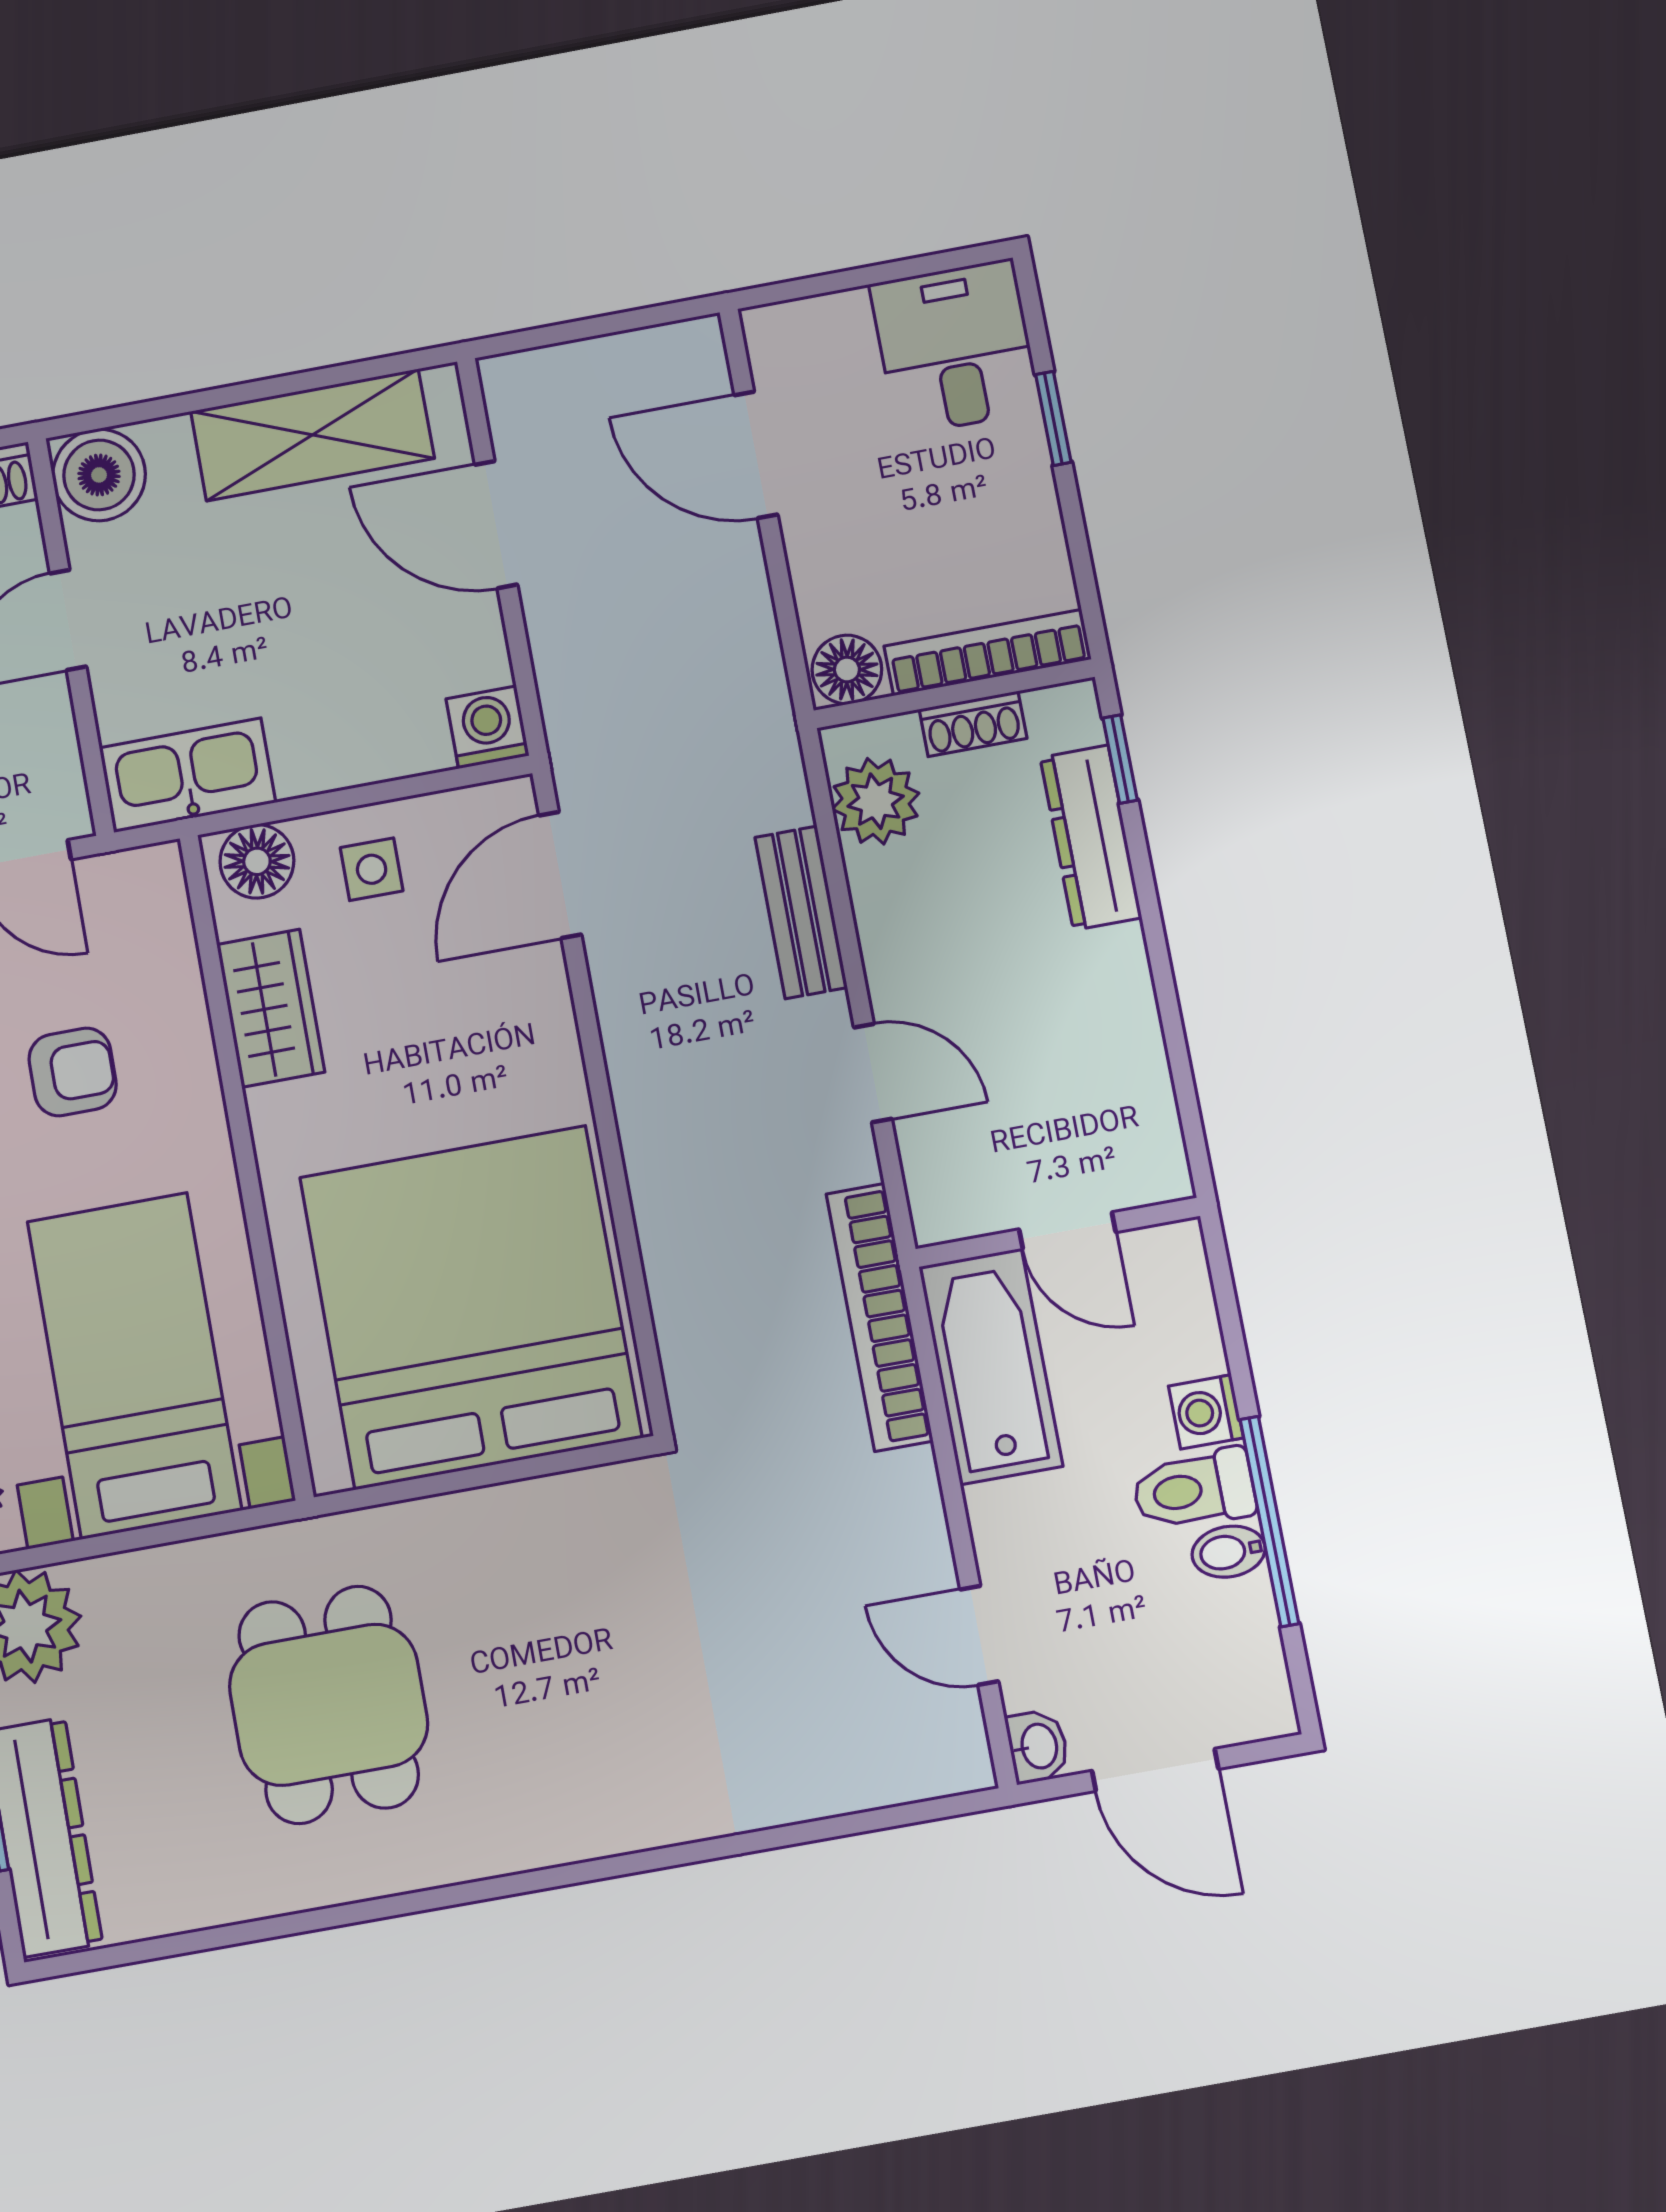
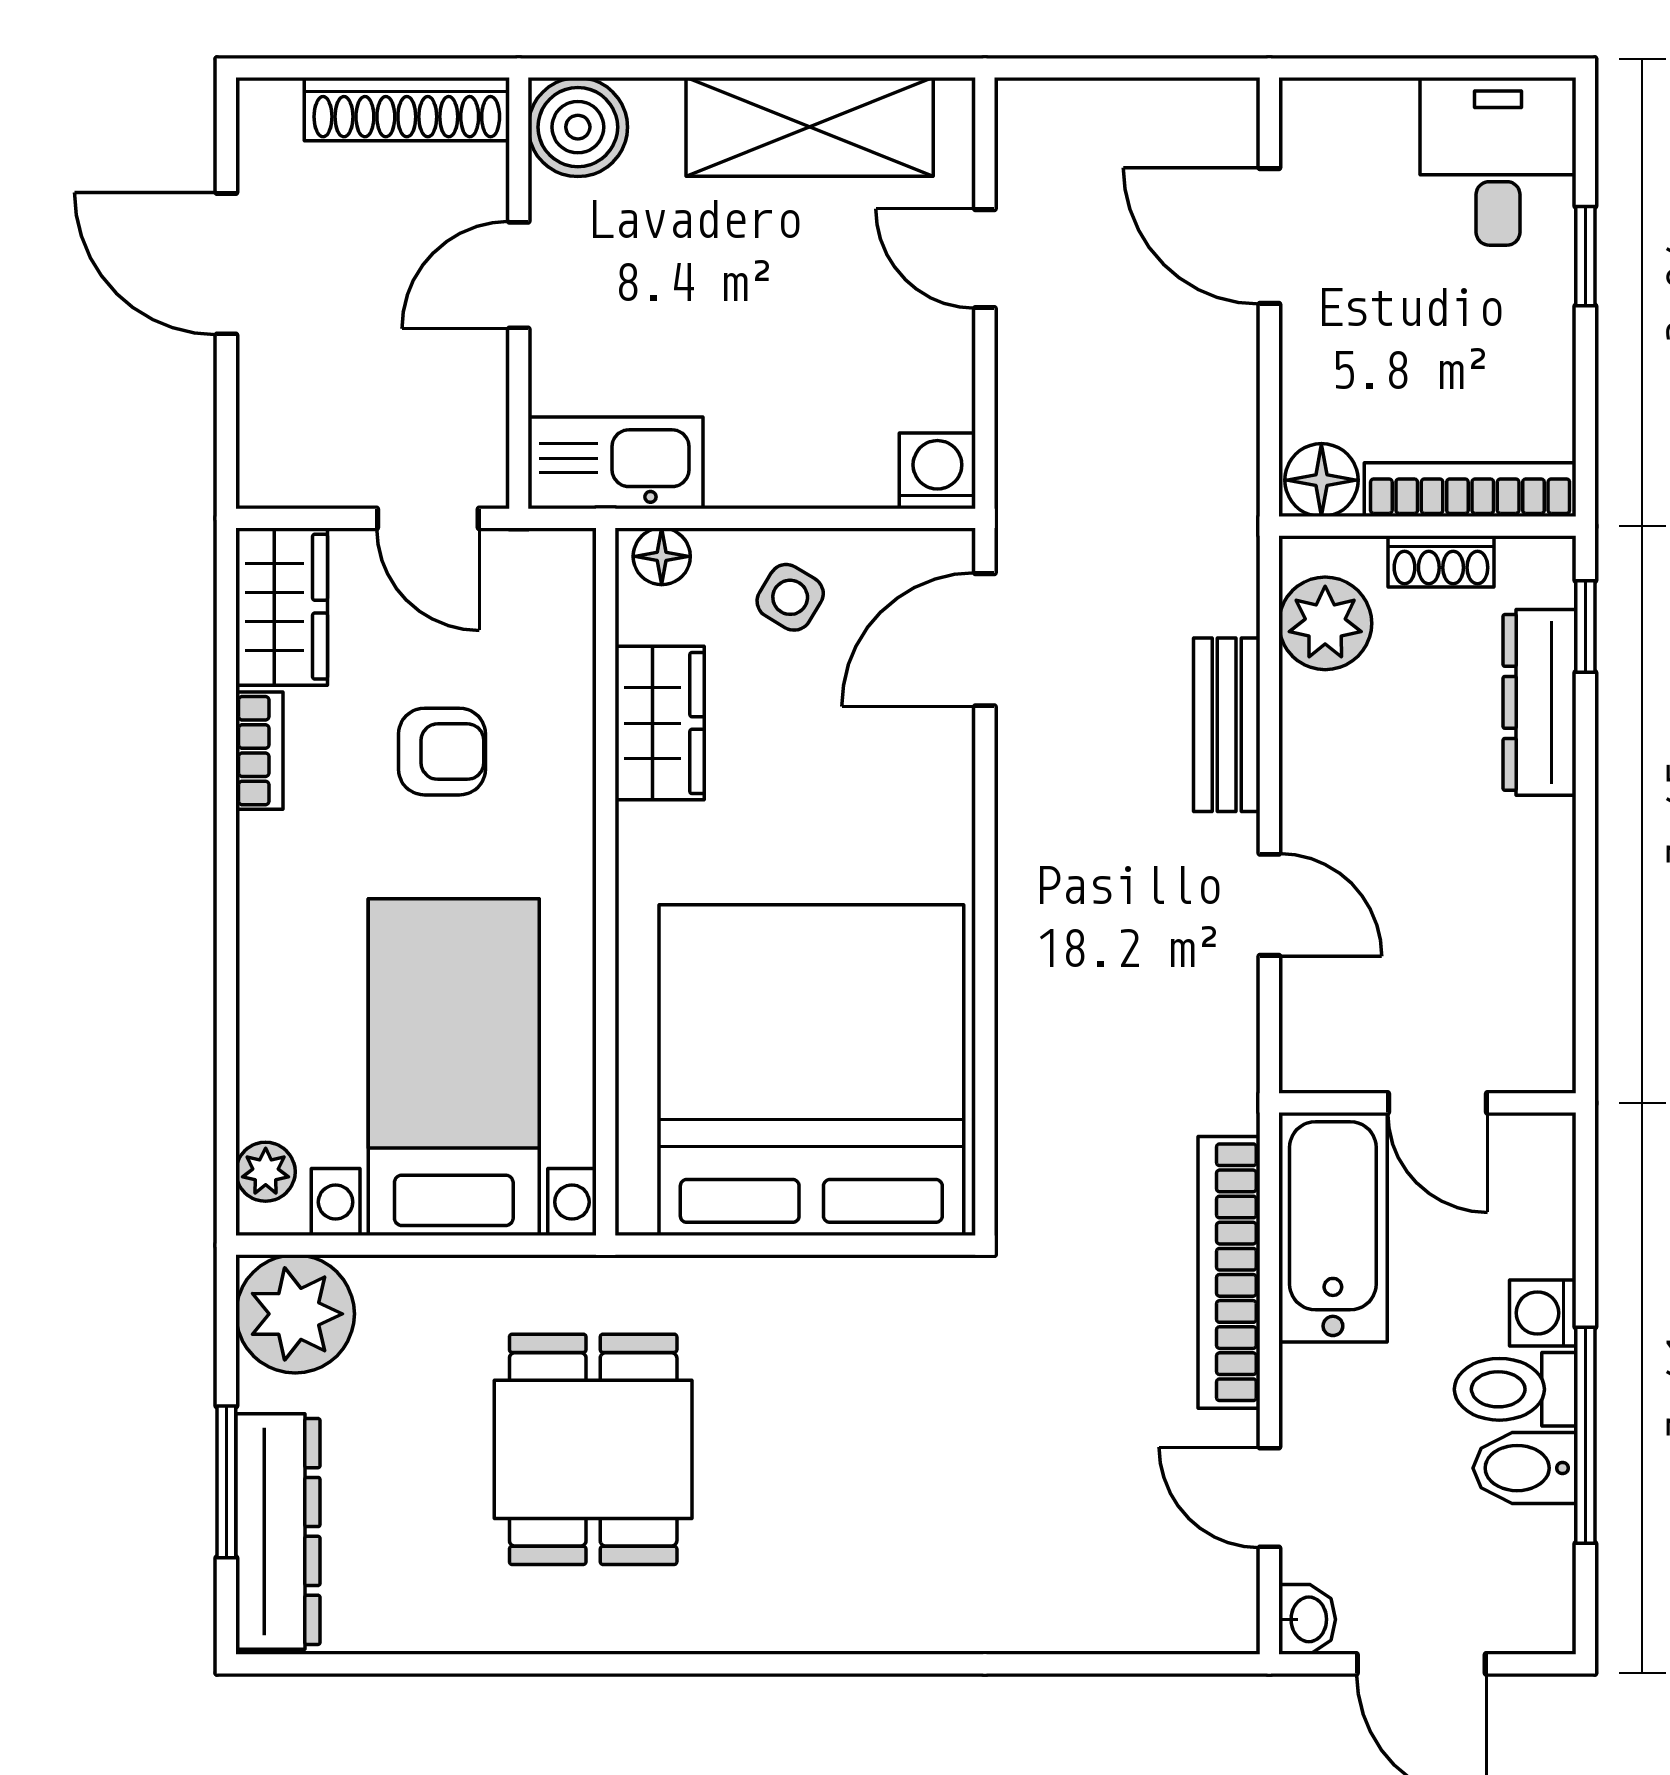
door: (496, 525) -> (985, 259), width x0.73
floor lamp: (257, 861) -> (662, 556), width x0.73, depth x0.73
side table: (372, 869) -> (790, 597), turned 31
bookcase: (880, 1317) -> (1229, 1272), moved
bidet: (1229, 1552) -> (1524, 1468), width x1.38, depth x1.36

